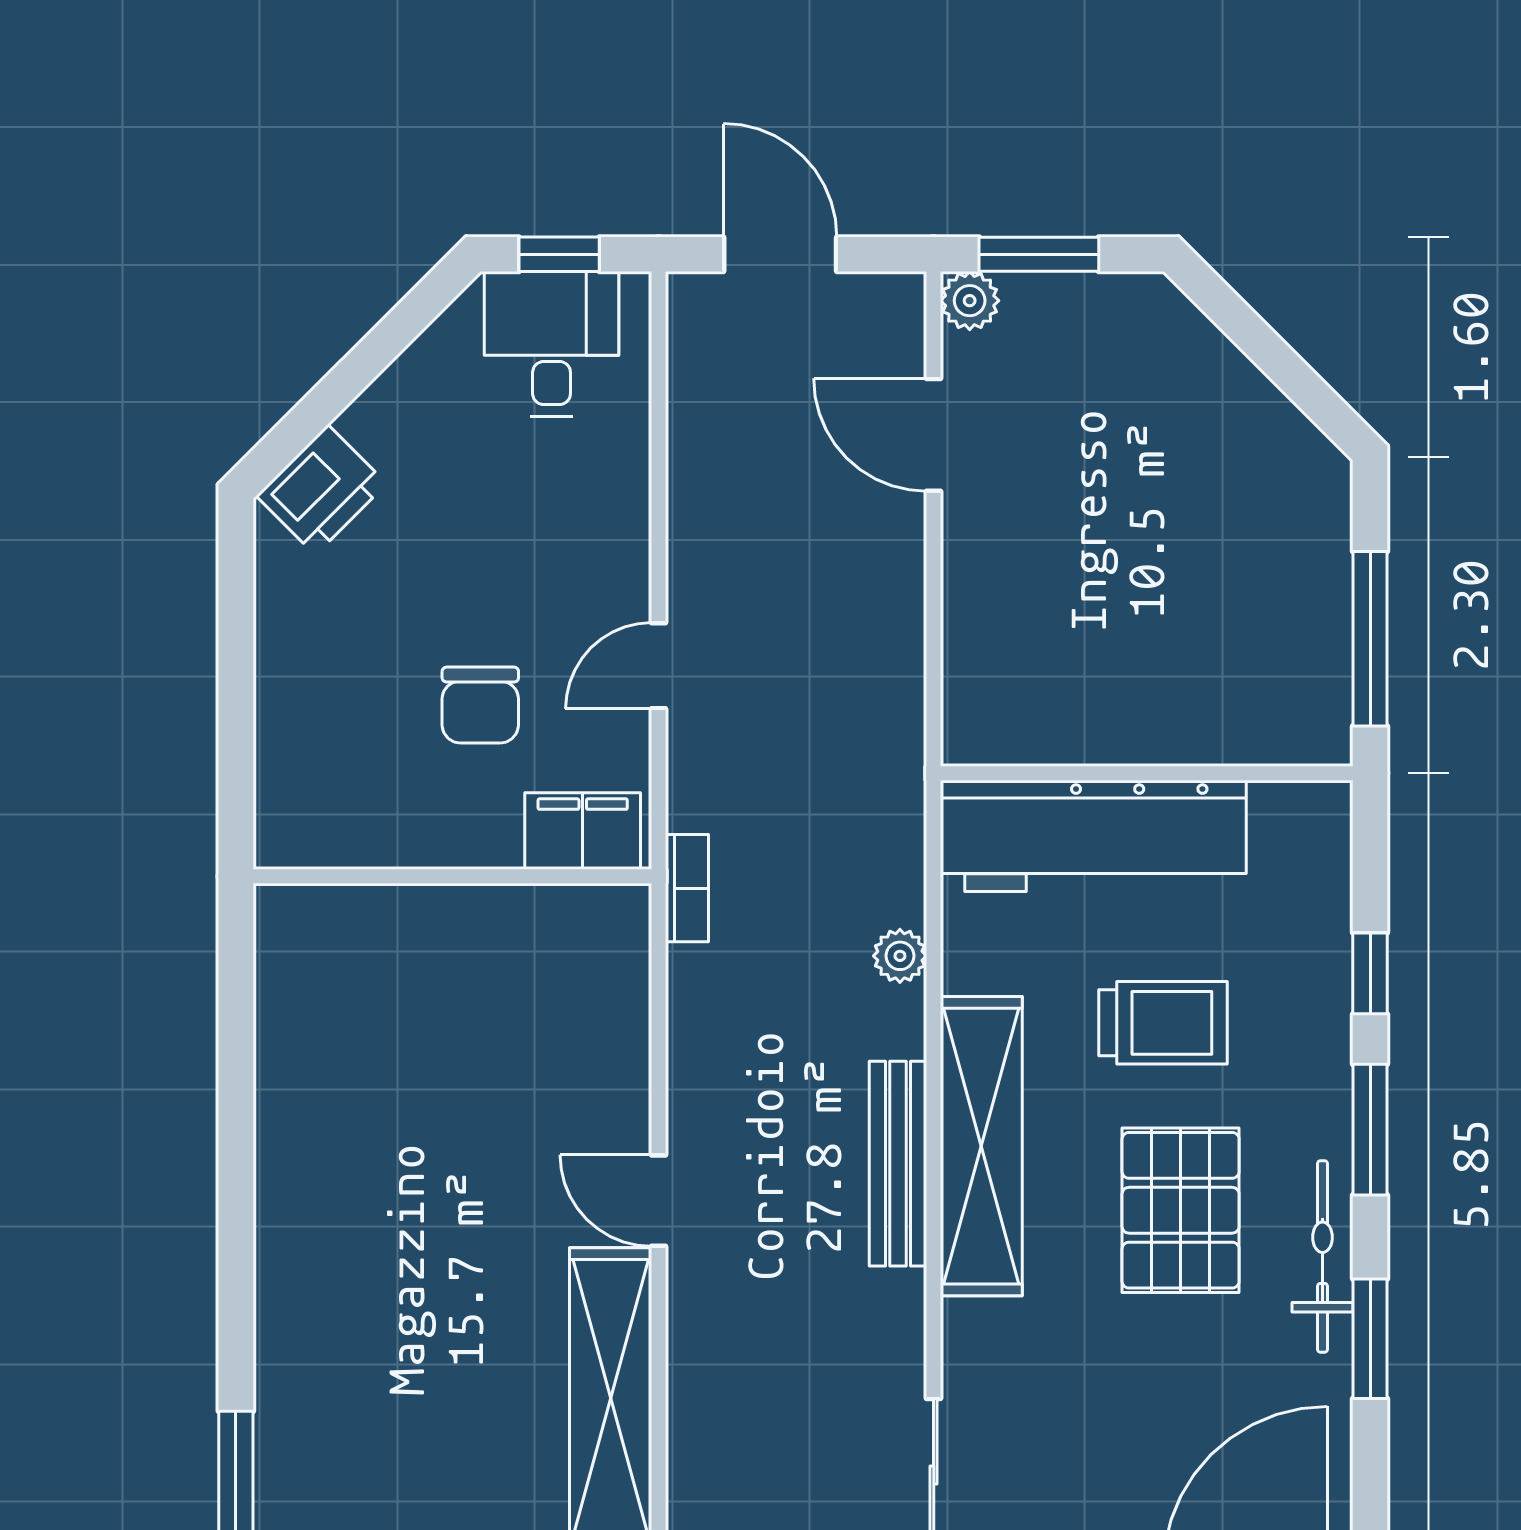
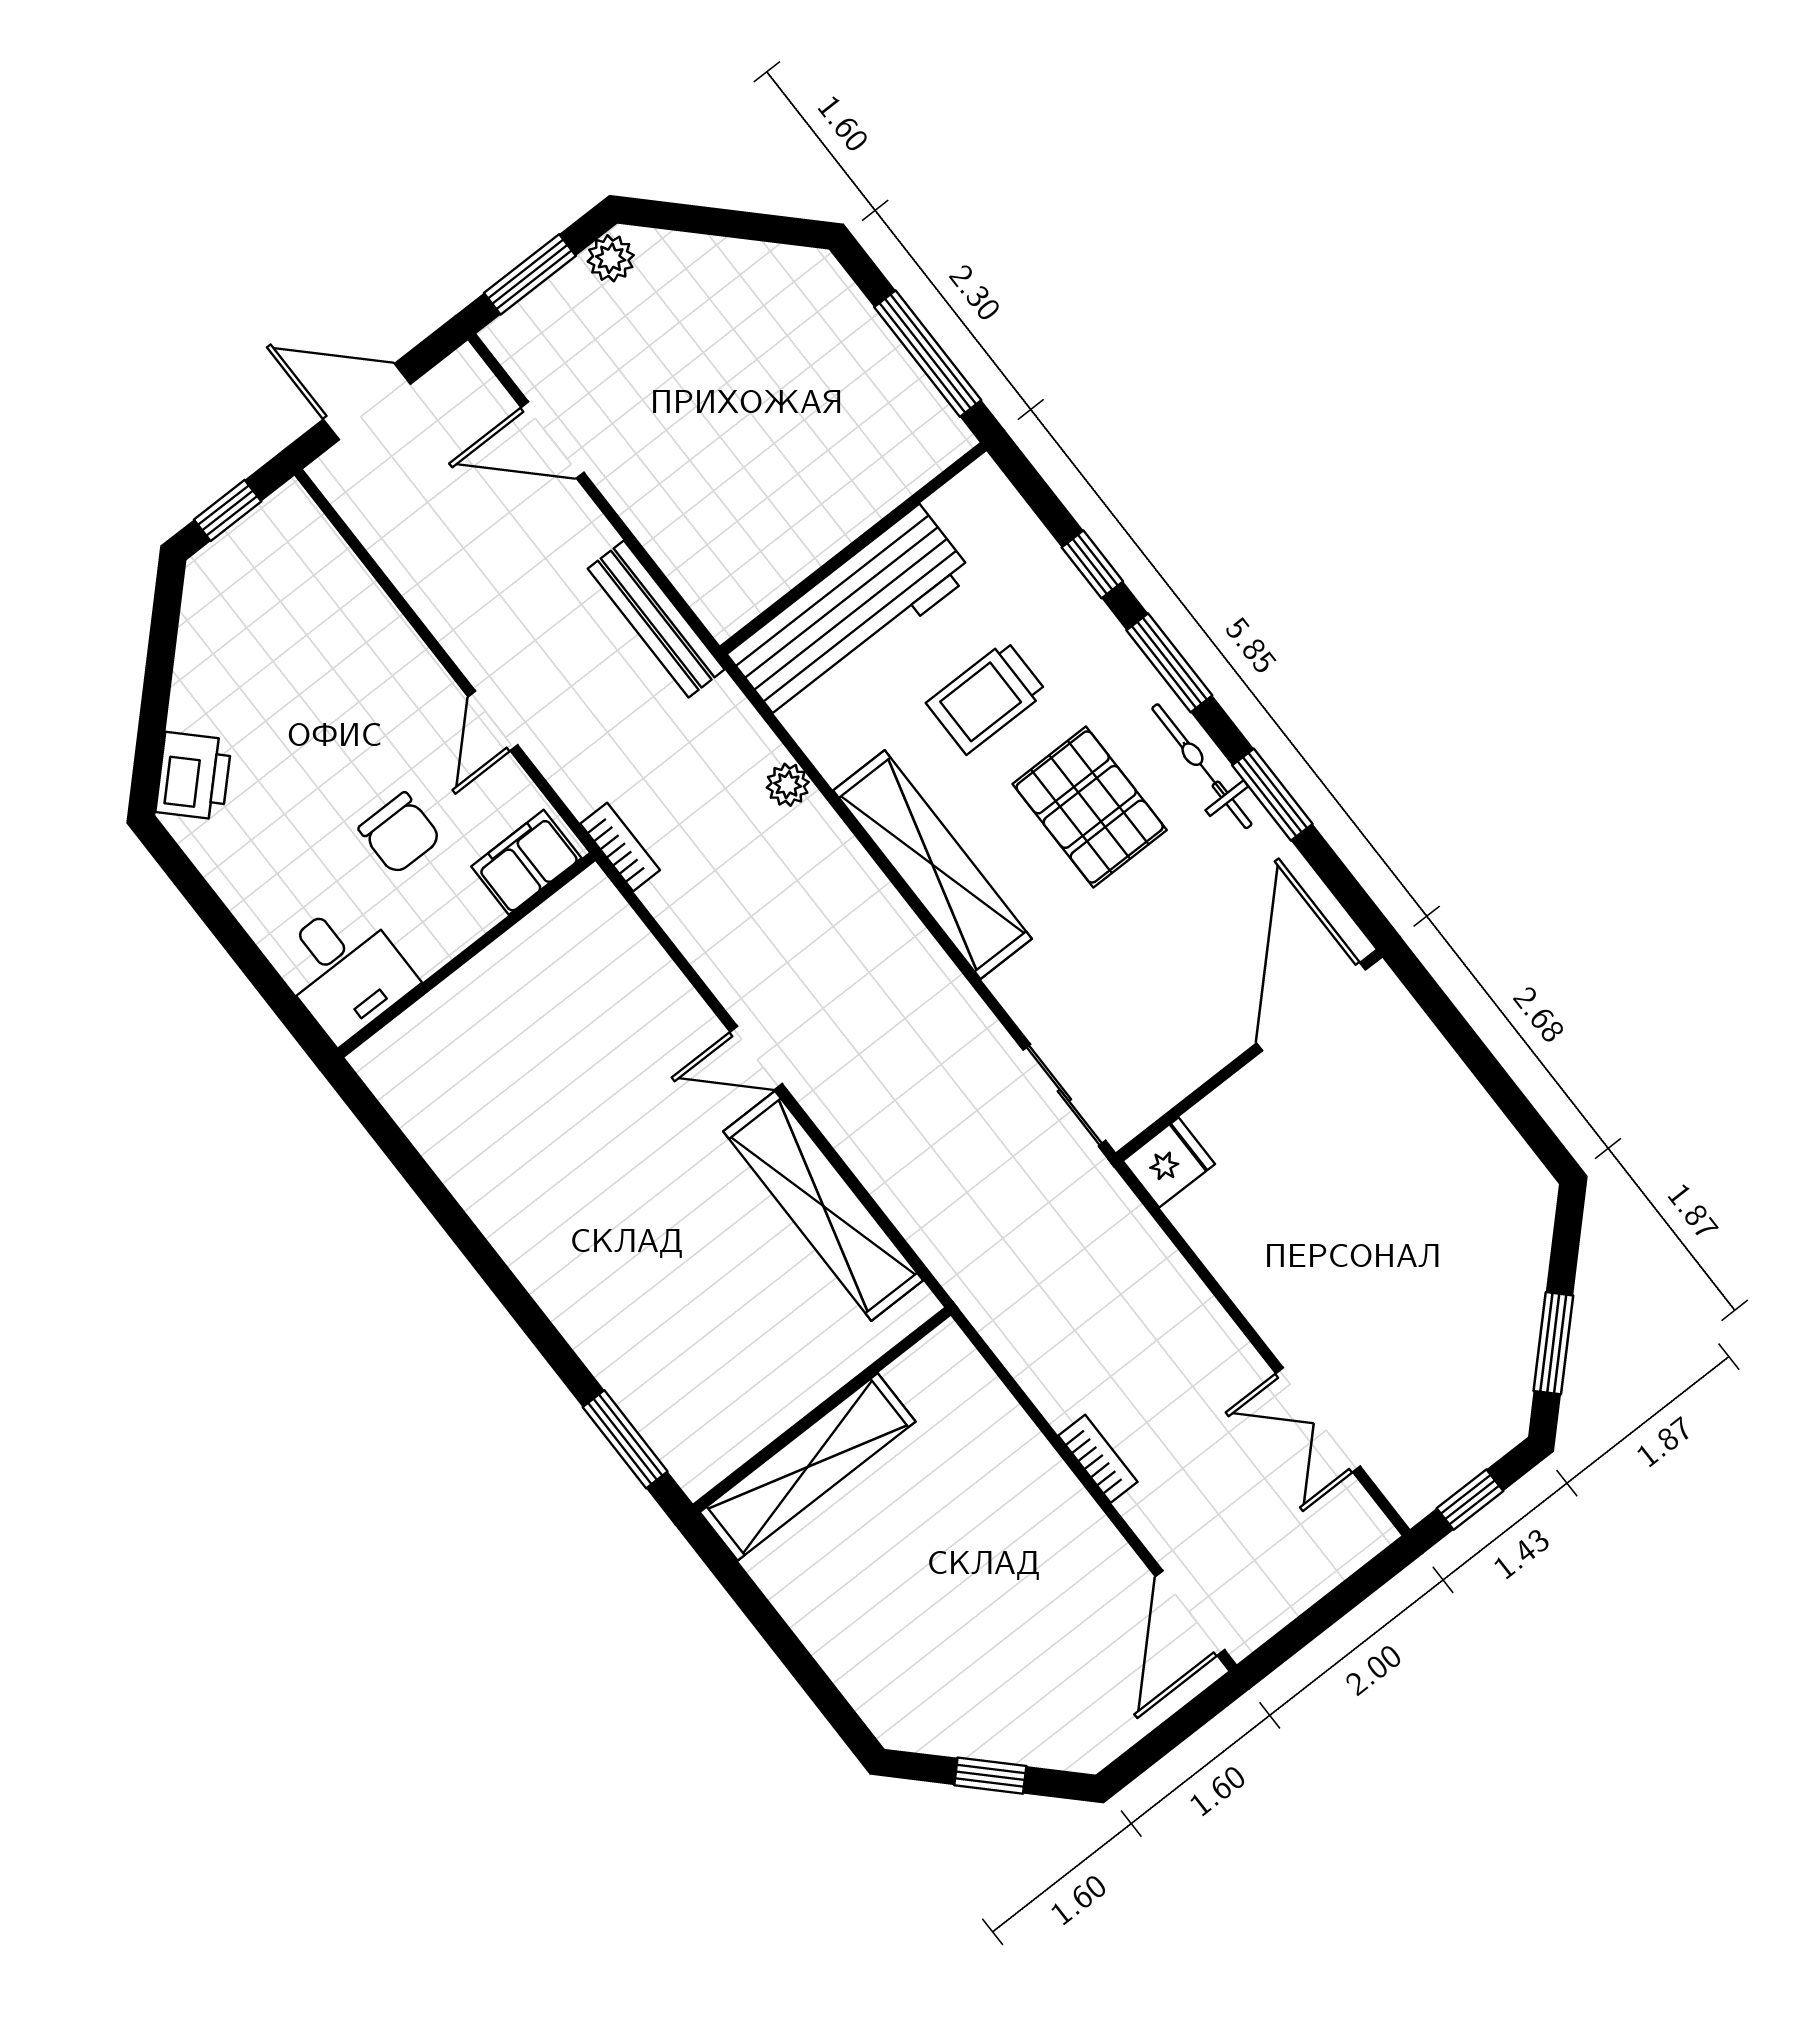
plant: (970, 301) -> (611, 258), moved
desk: (552, 344) -> (344, 970), moved, turned 180
trolley: (1163, 1023) -> (986, 697), turned 180
bench: (898, 1164) -> (656, 619), moved

